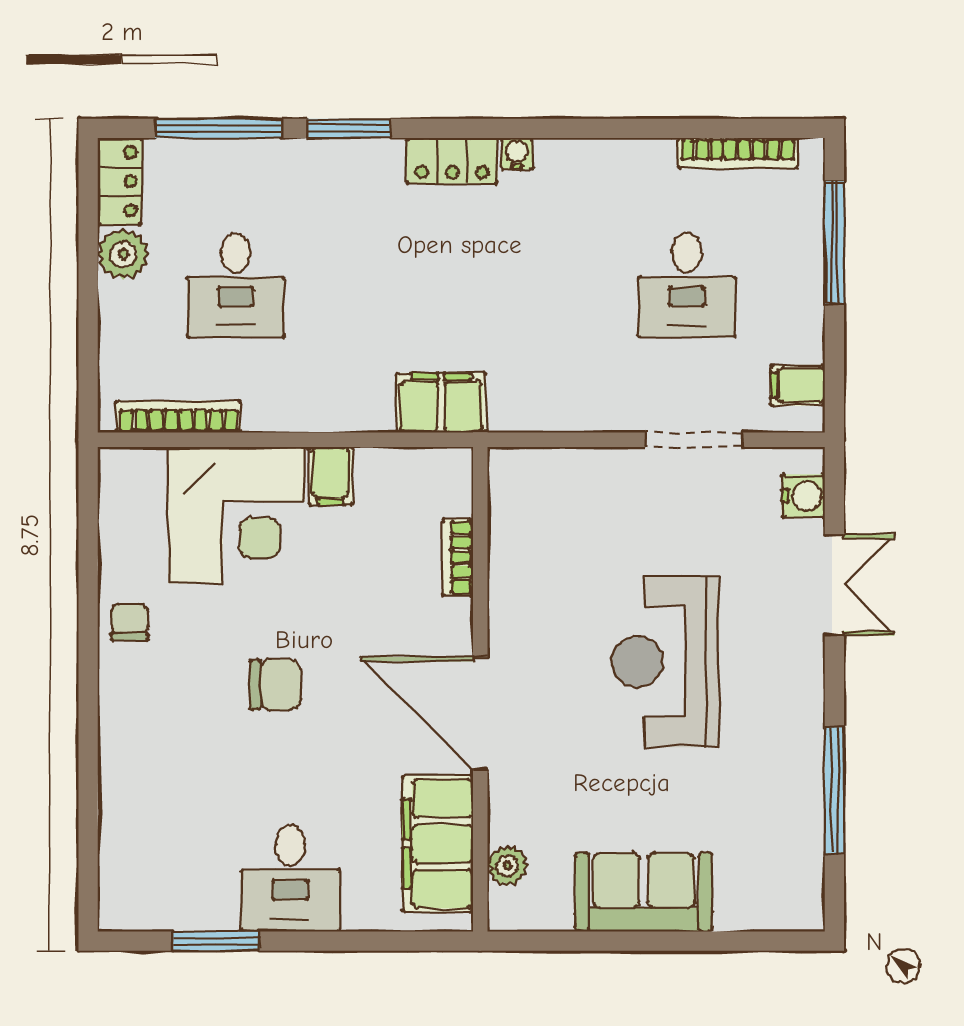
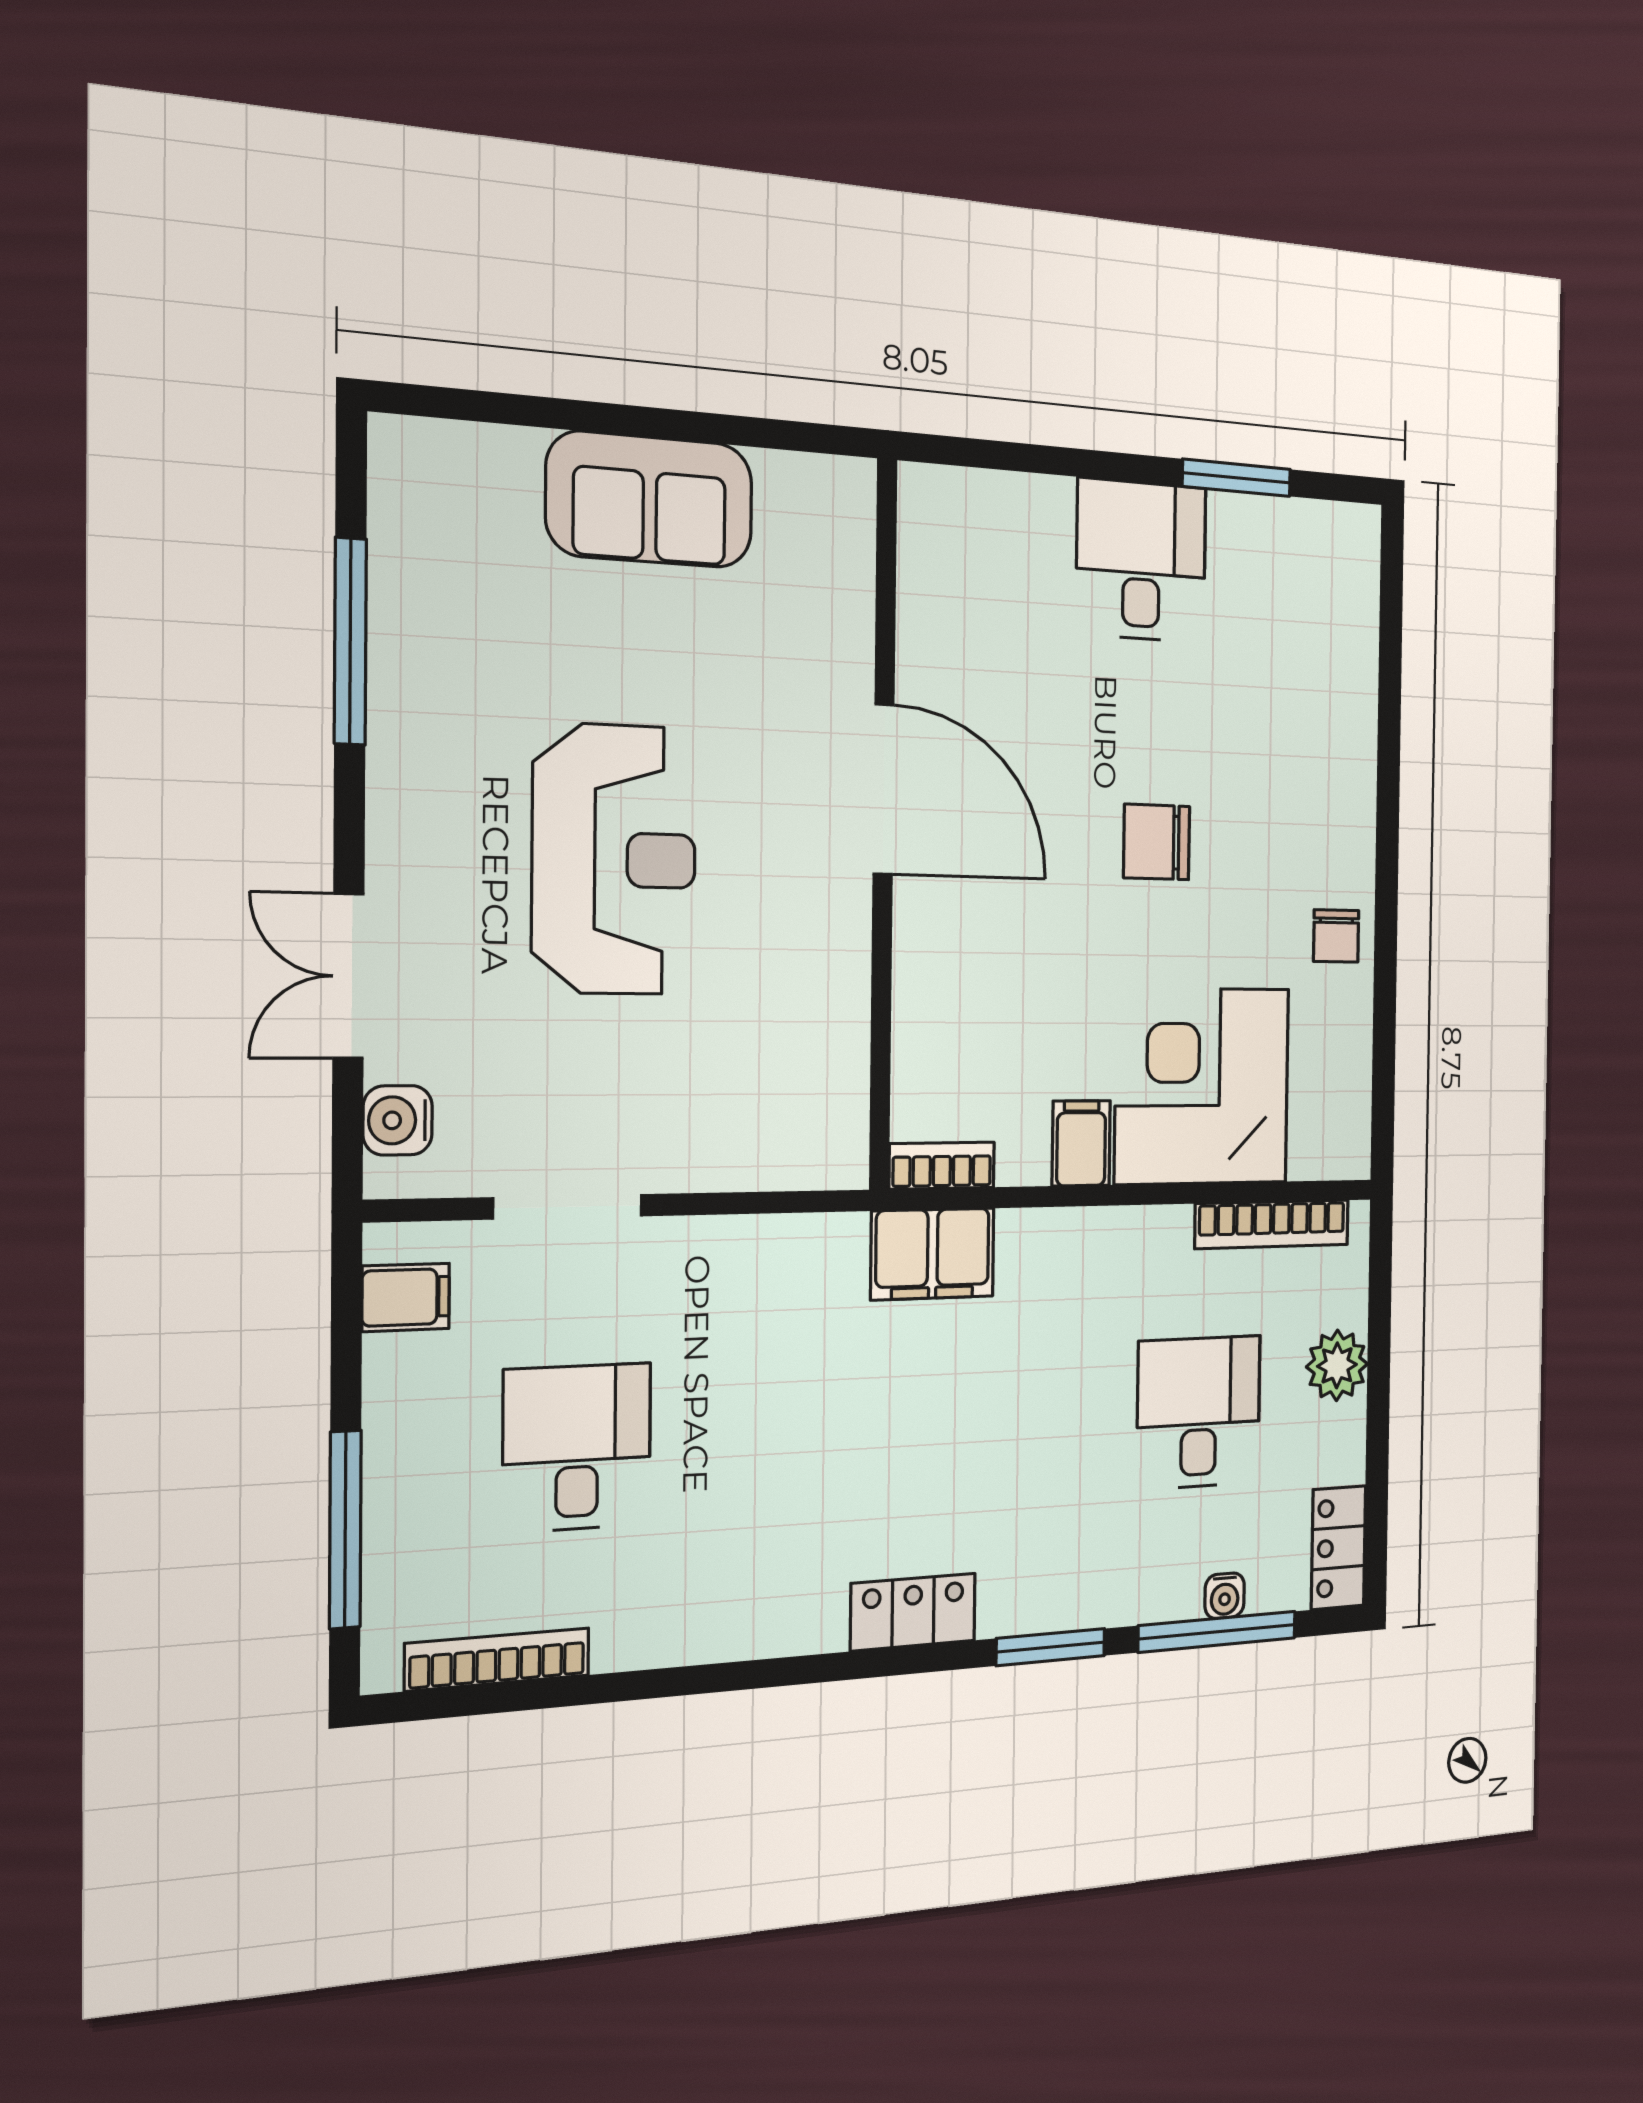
water cooler: (517, 154) -> (1225, 1596), moved
plant: (123, 254) -> (1337, 1365), moved
bookcase: (458, 557) -> (942, 1166), moved, turned -90
filing cabinet: (438, 844) -> (944, 597), removed
plant: (507, 866) -> (848, 556), removed

